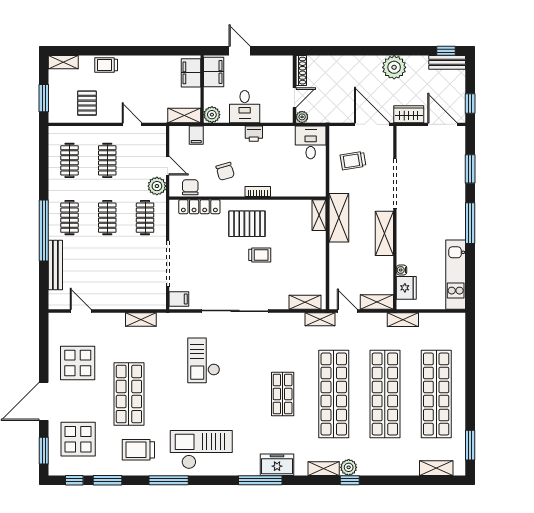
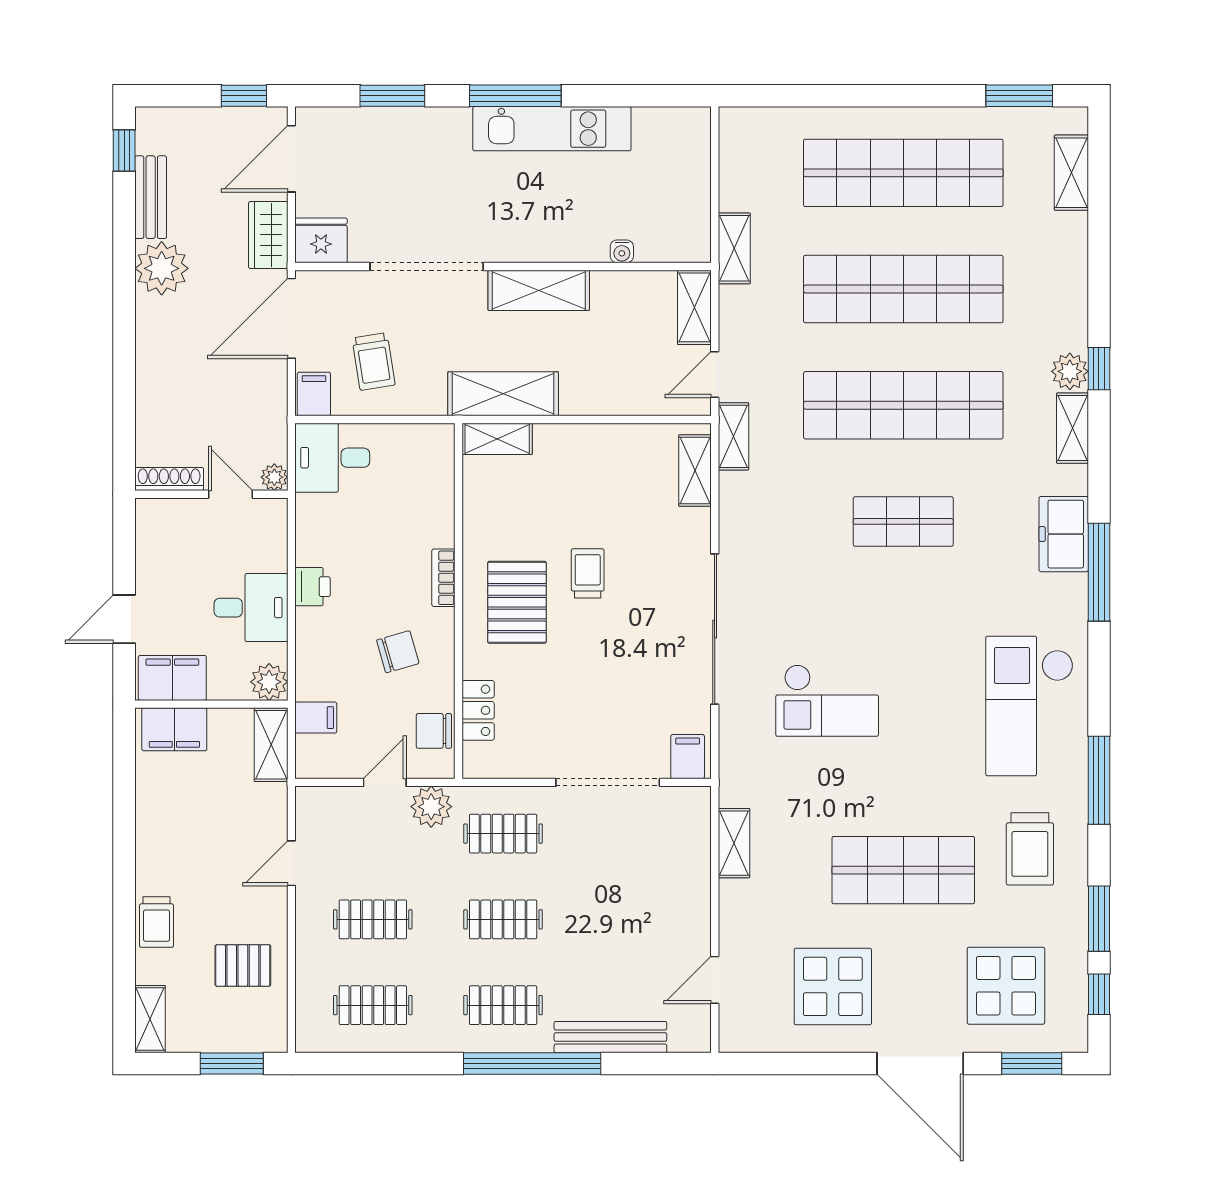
bench: (447, 62) -> (151, 197), moved
filing cabinet: (339, 134) -> (314, 394), added
locker: (199, 207) -> (478, 710), width x0.66
kitchen unit: (456, 275) -> (552, 129), moved
fridge: (406, 288) -> (321, 240), moved

